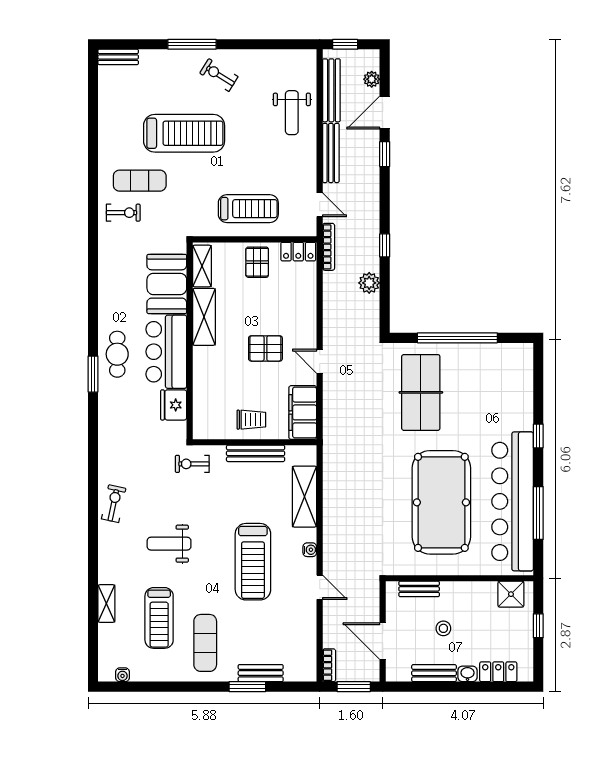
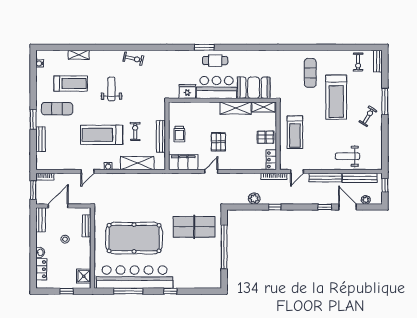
exercise bike: (123, 213) -> (358, 62), moved
exercise bike: (192, 464) -> (135, 131), moved
treadmill: (159, 618) -> (71, 83), turned 180
bench: (434, 673) -> (41, 220), moved
window: (247, 687) -> (33, 120), moved

